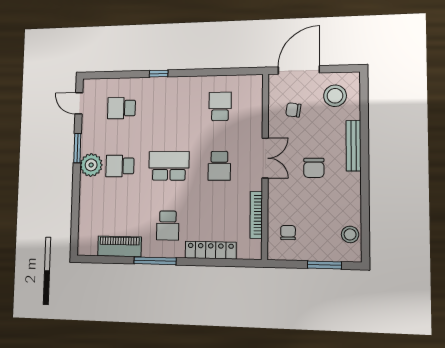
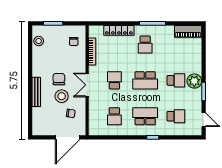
stool: (335, 96) -> (62, 96), moved
school desk: (170, 107) -> (145, 116), added
school desk: (168, 226) -> (145, 44), turned 180
piano: (119, 246) -> (188, 31), moved

